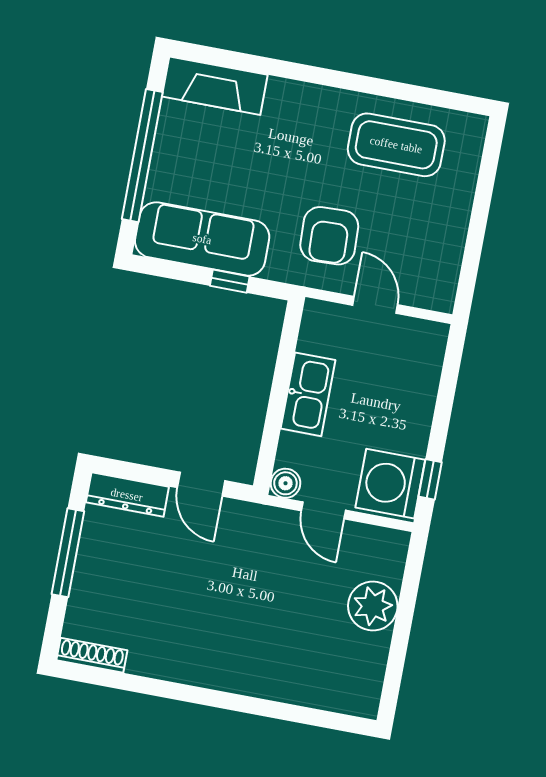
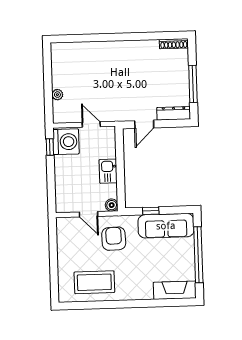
kitchen sink: (308, 394) -> (108, 171), width x0.73
boiler: (285, 483) -> (112, 205), moved
door: (201, 484) -> (144, 124), swing flipped
plant: (373, 606) -> (57, 95), width x0.53, depth x0.53

